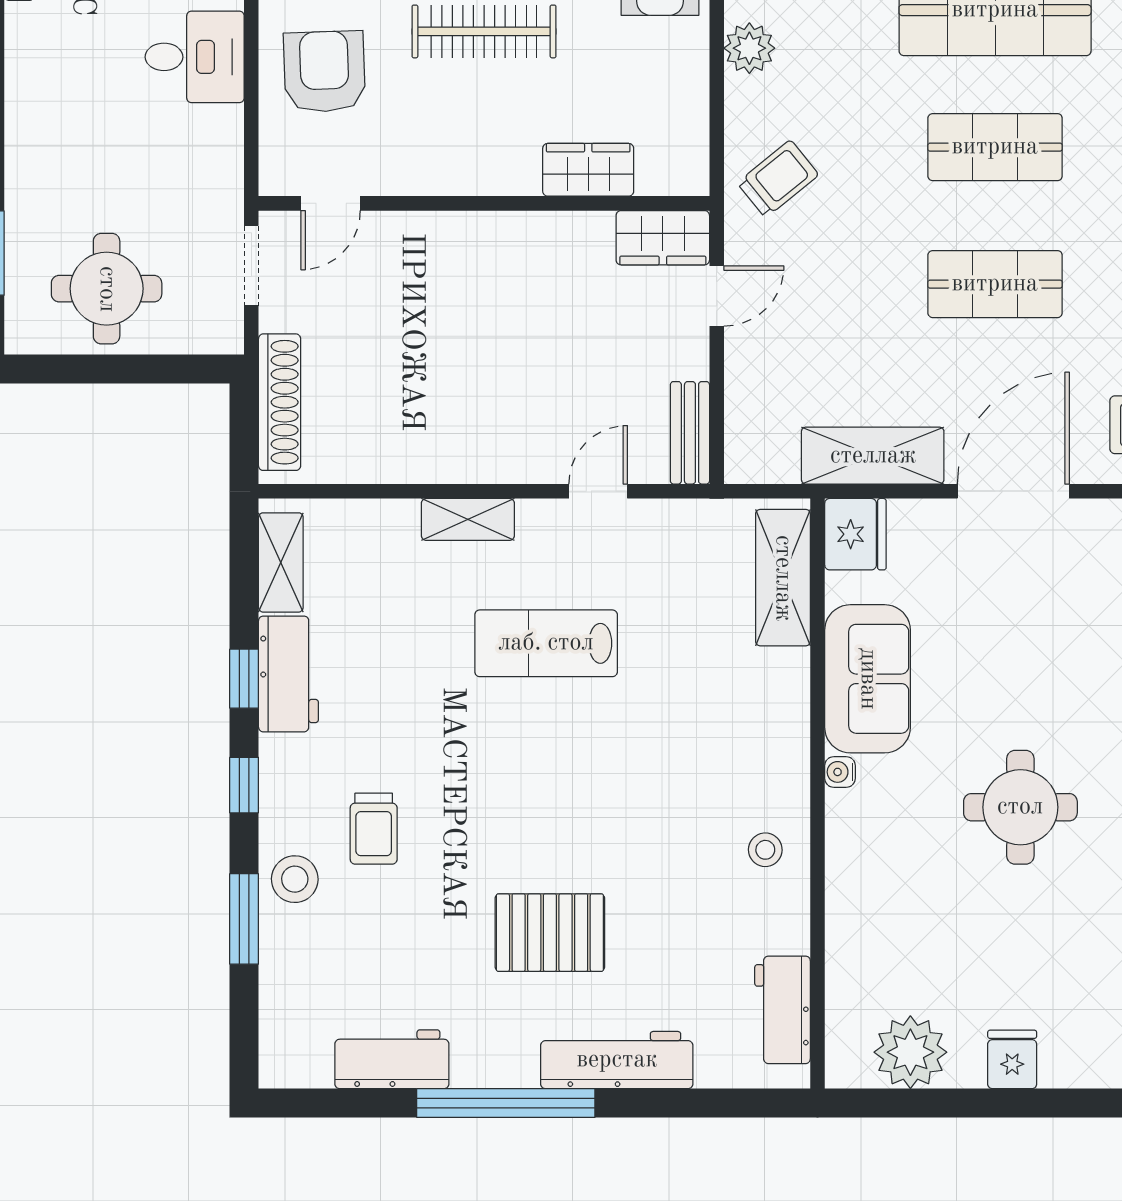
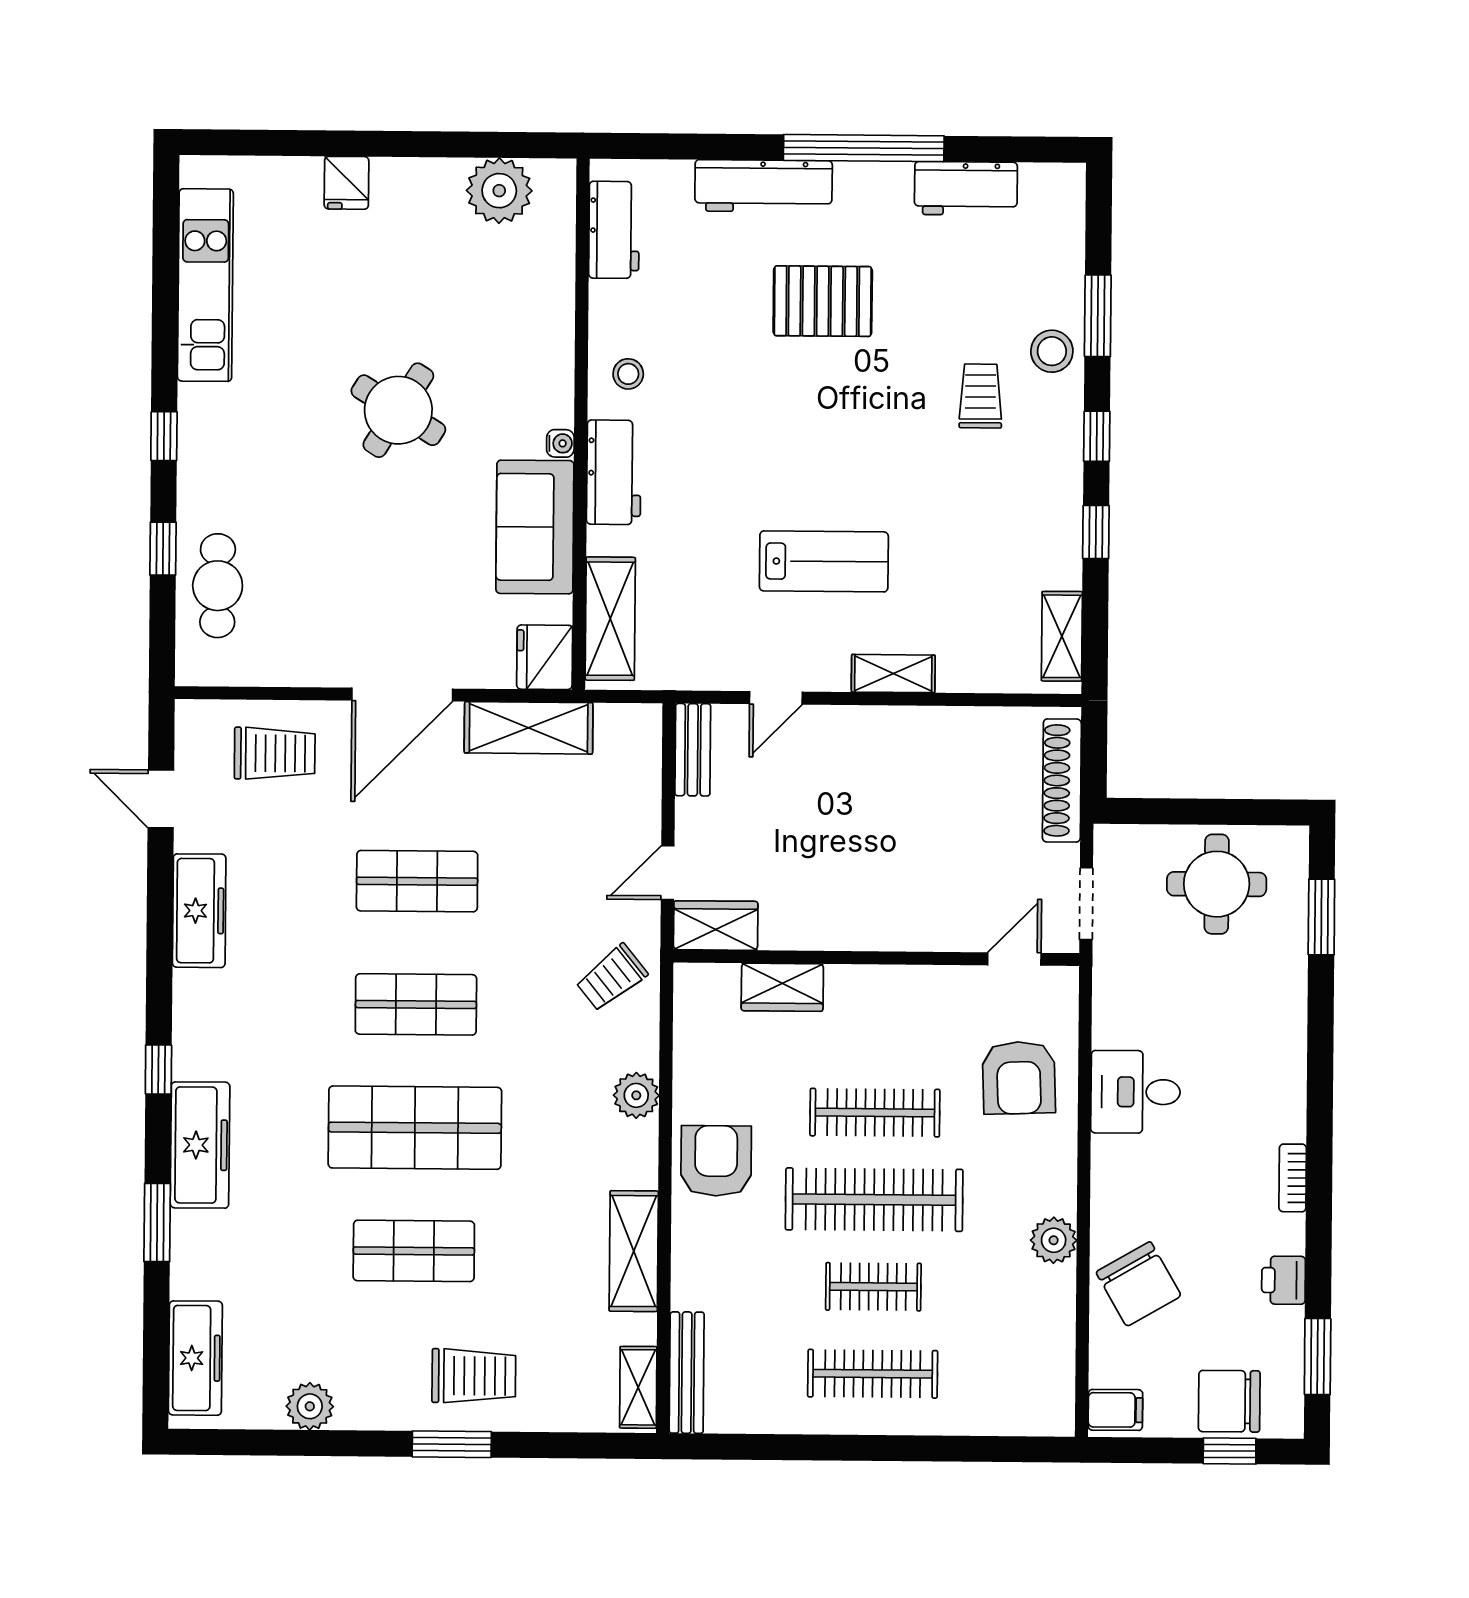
workbench: (288, 674) -> (614, 472), moved, turned 180
round table: (1020, 807) -> (398, 410), turned 32
fridge: (1012, 1059) -> (346, 183), moved

